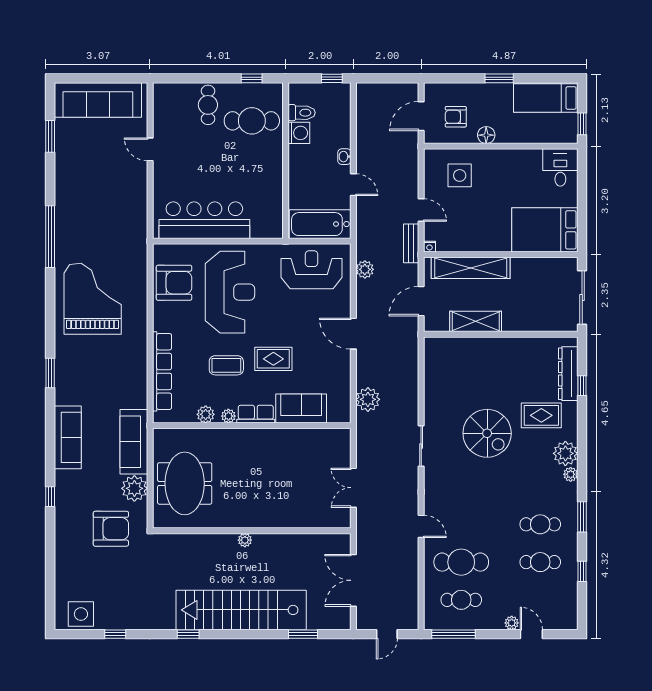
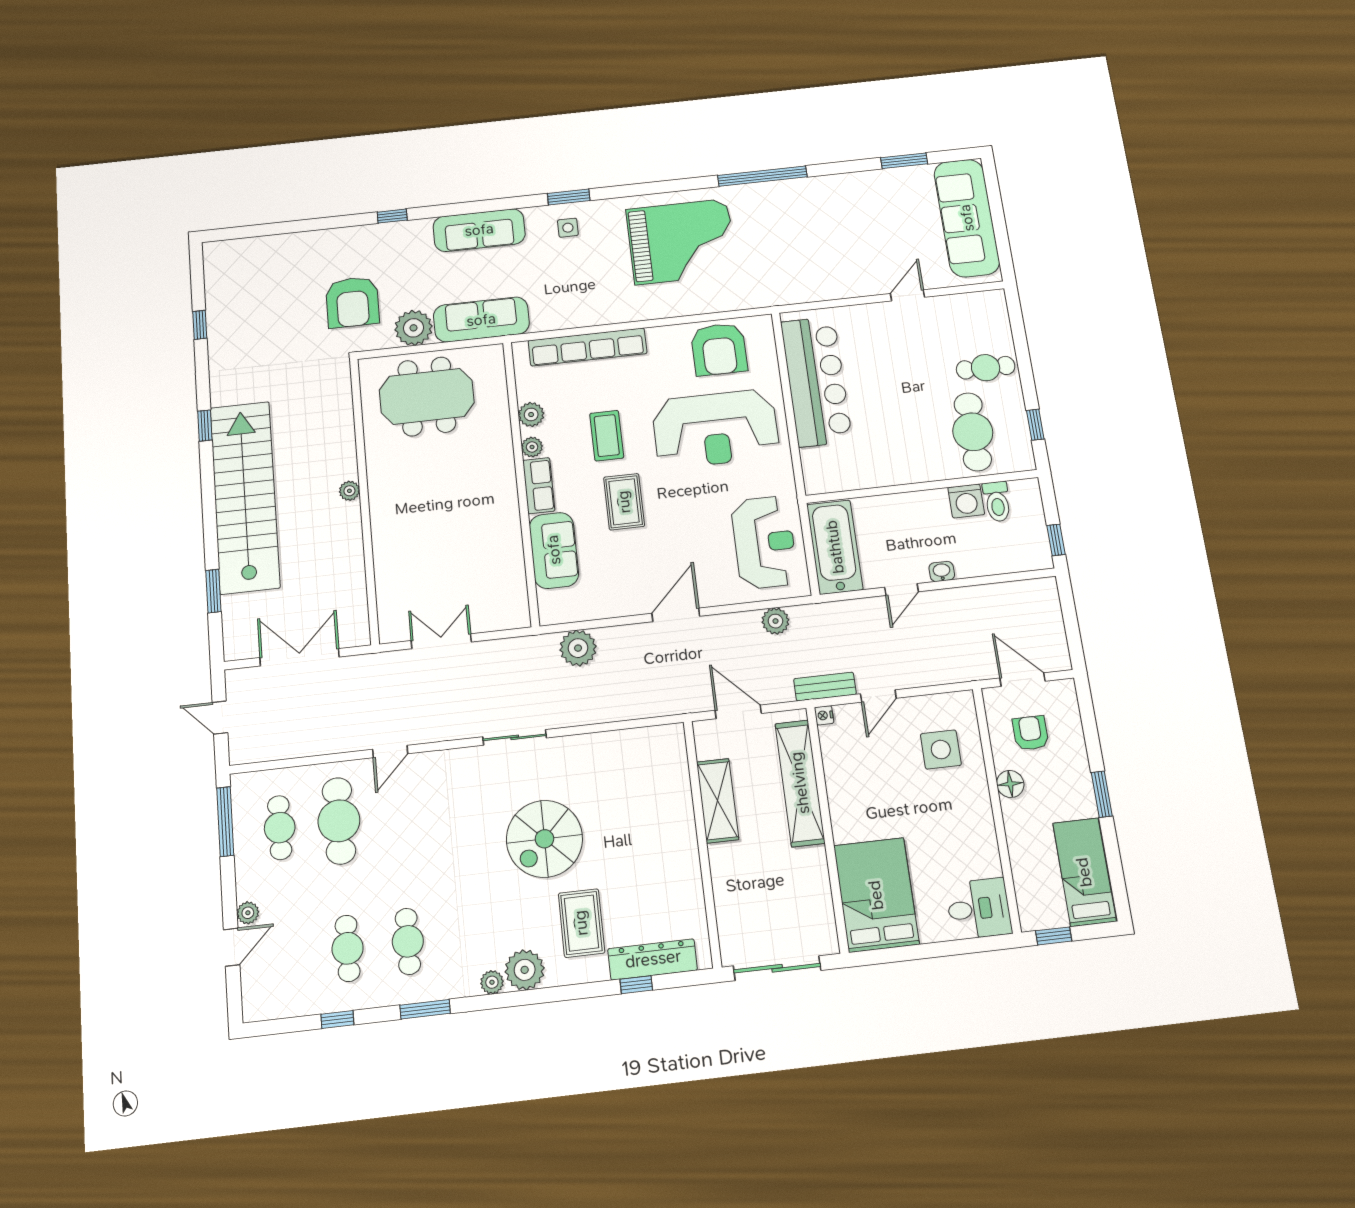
side table: (81, 614) -> (568, 228), moved, width x0.54, depth x0.54

